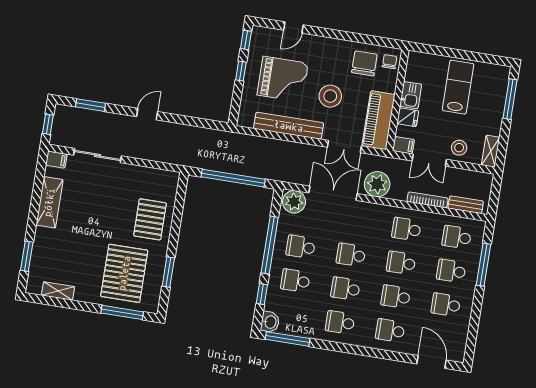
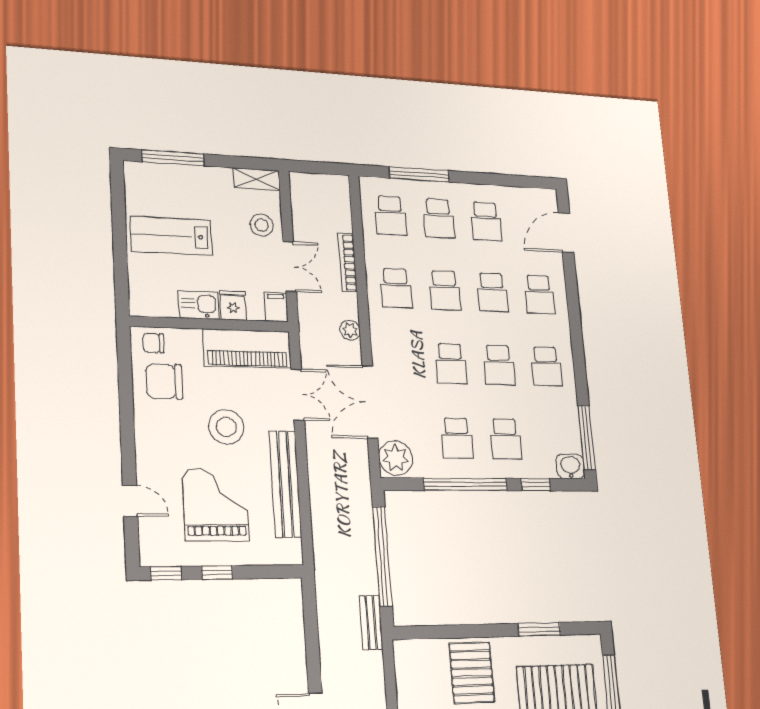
plant: (377, 184) -> (350, 330), width x0.53, depth x0.53
bench: (466, 205) -> (371, 623), moved
pallet: (150, 219) -> (472, 673), turned 90

